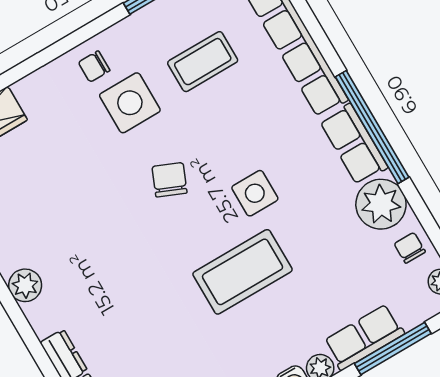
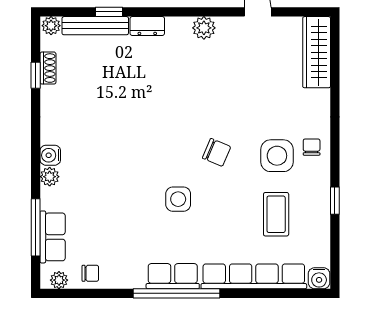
plant: (381, 204) -> (127, 271), removed
coffee table: (243, 272) -> (135, 164), removed
row of seats: (364, 337) -> (53, 237), moved

